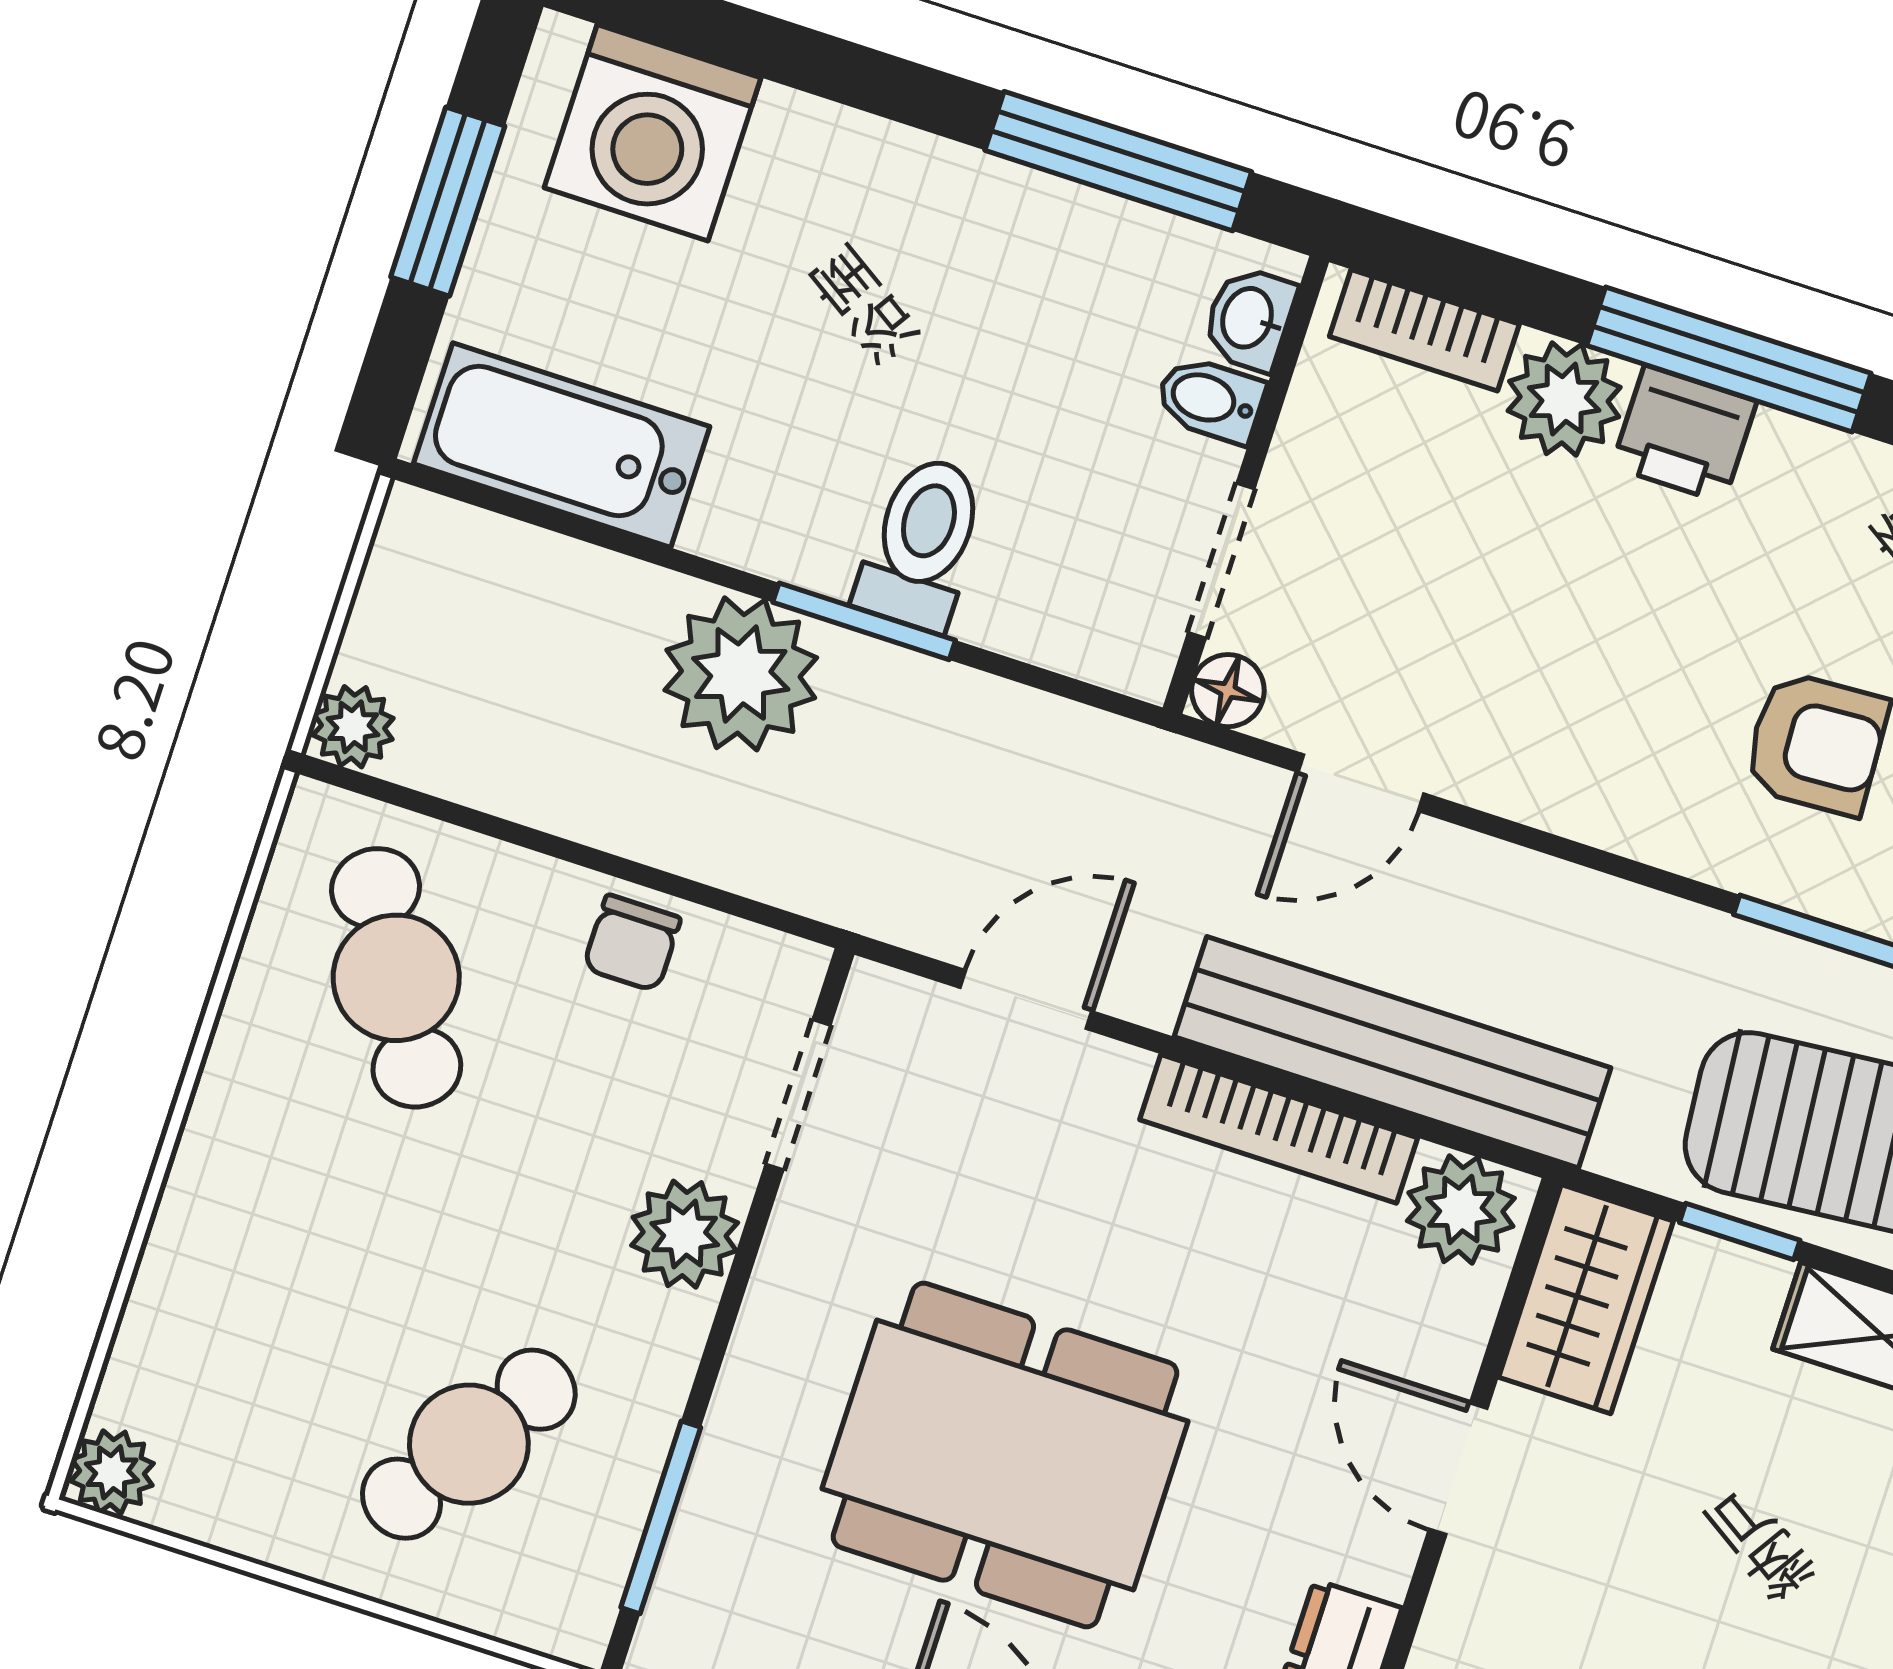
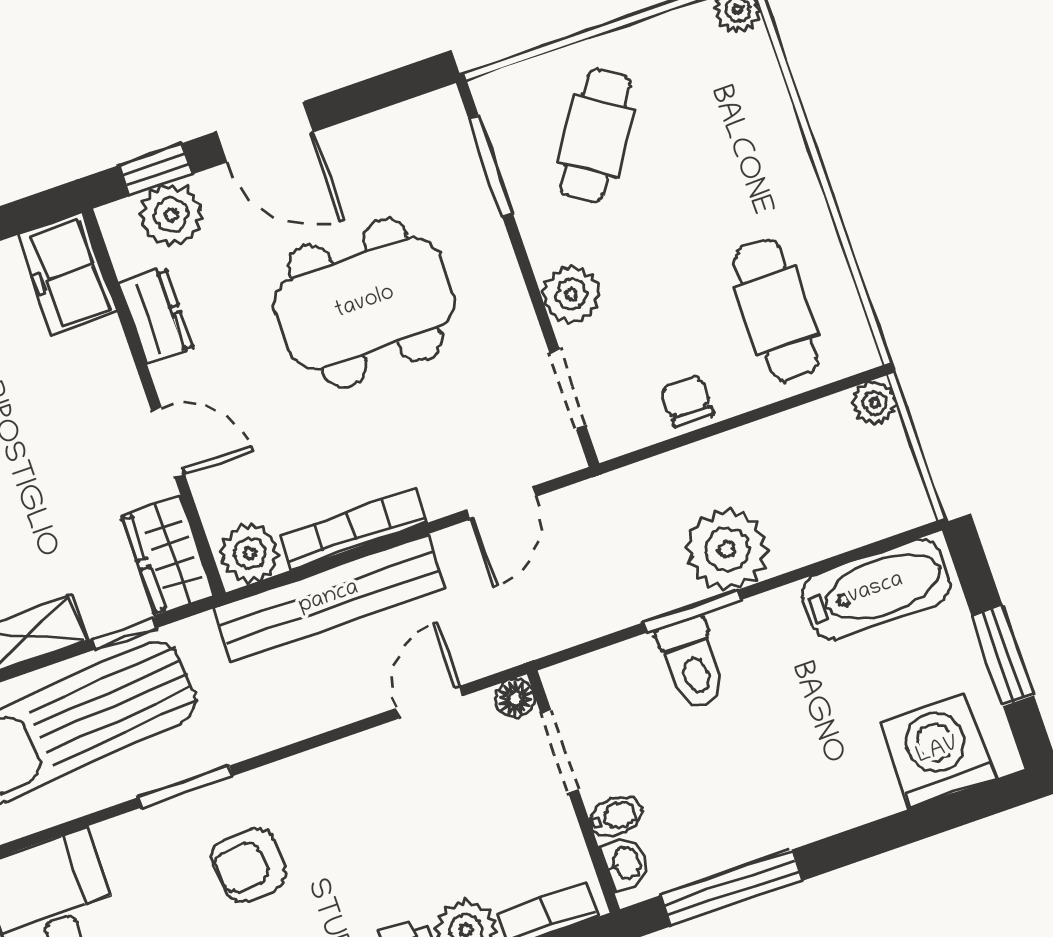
cafe table: (396, 978) -> (776, 310), turned 31

